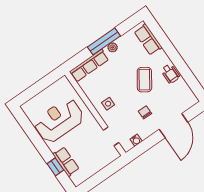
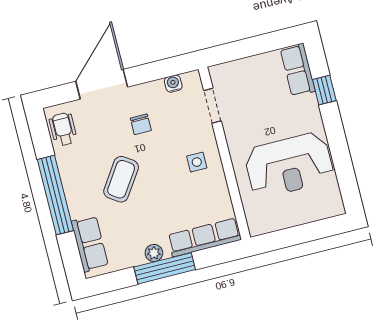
window: (176, 58) -> (55, 195), added
wheelchair: (170, 74) -> (63, 129), moved
row of seats: (66, 162) -> (298, 70), moved

